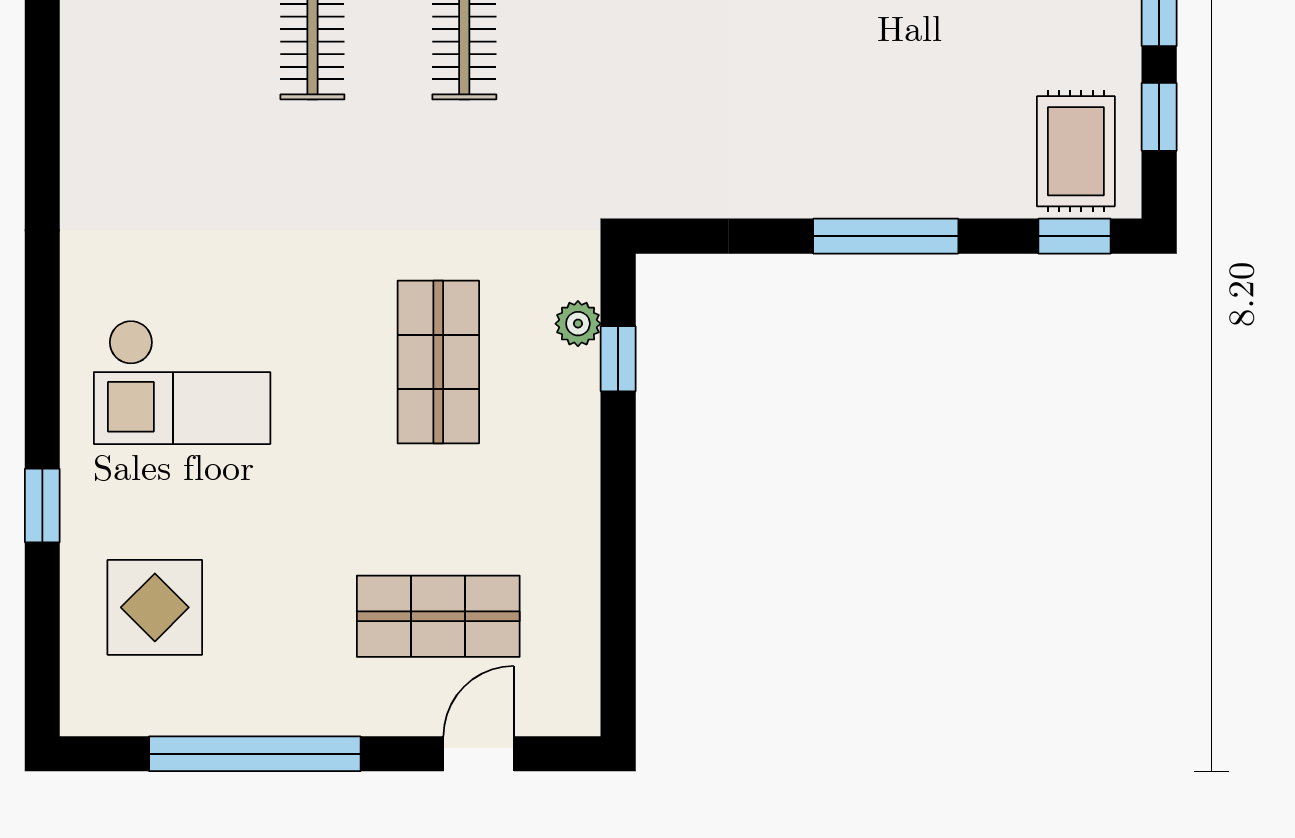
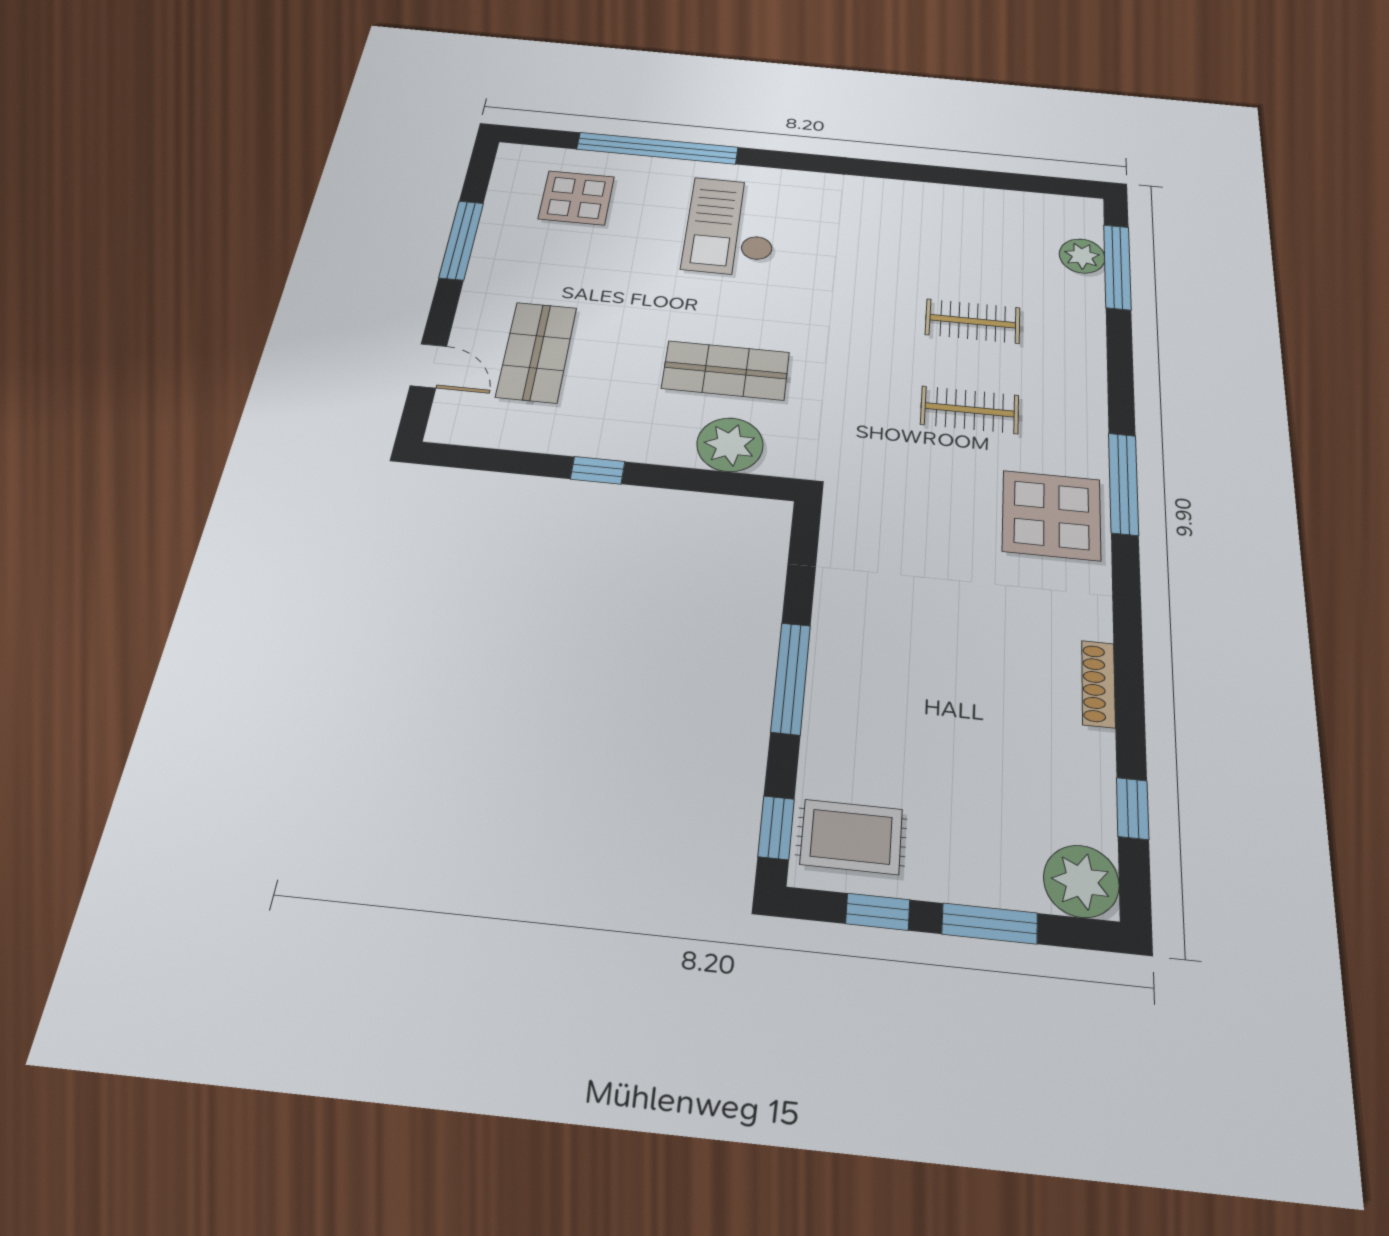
plant: (578, 324) -> (730, 445), width x1.88, depth x1.88
window: (618, 359) -> (598, 470), moved
window: (42, 506) -> (657, 148), width x3.17
window: (255, 754) -> (461, 240), width x0.68

